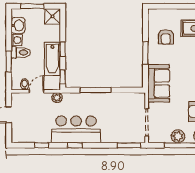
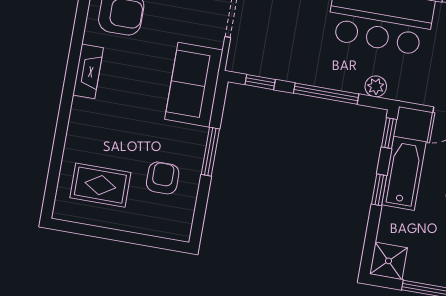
window: (128, 90) -> (260, 82), added
plant: (57, 98) -> (376, 86), moved

